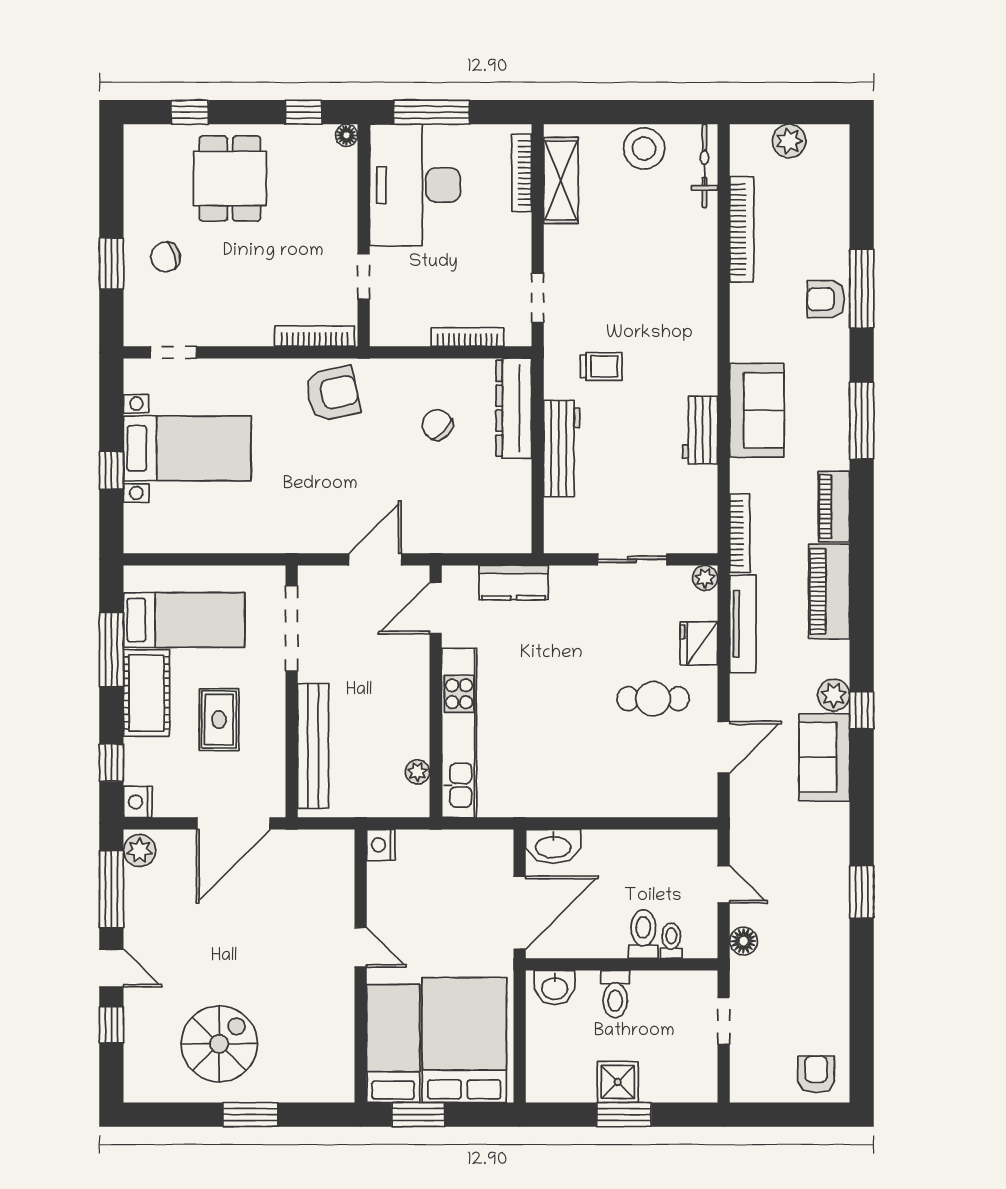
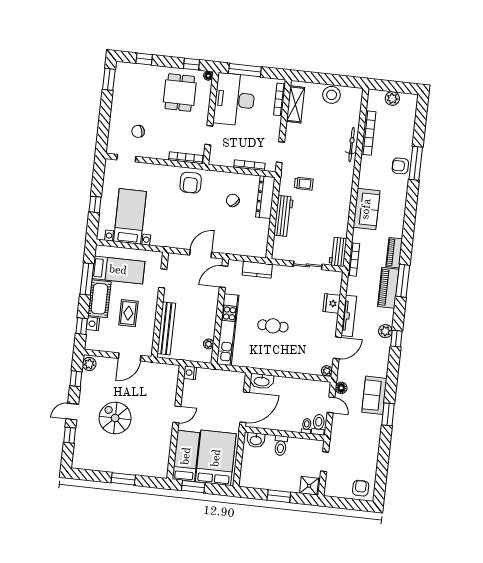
bicycle: (704, 166) -> (352, 145), moved
dining table: (230, 179) -> (180, 93), moved
chair: (166, 257) -> (138, 131), moved
window: (111, 264) -> (109, 79), moved
armchair: (332, 394) -> (191, 183), turned 102
window: (862, 420) -> (403, 281), moved
workbench: (700, 430) -> (338, 252), moved
bed with nightstands: (187, 448) -> (130, 216), moved, turned -90
plant: (705, 578) -> (327, 371), moved
tv unit: (743, 624) -> (349, 316), moved
doorway: (292, 628) -> (163, 278), width x0.53
cafe table: (653, 699) -> (273, 326), moved
sofa: (824, 757) -> (374, 395), moved
nightstand: (138, 802) -> (93, 324), moved
door: (233, 823) -> (130, 357), width x0.73
window: (111, 889) -> (76, 379), width x0.46
toilet: (643, 934) -> (318, 425), moved
floor lamp: (744, 941) -> (341, 388), moved
door: (361, 947) -> (177, 414), hinge flipped
door: (111, 968) -> (72, 412), swing flipped
spiral stairs: (219, 1044) -> (115, 418), moved, turned -90
shower: (618, 1082) -> (309, 486), moved

